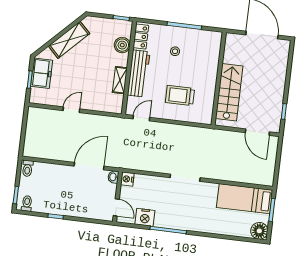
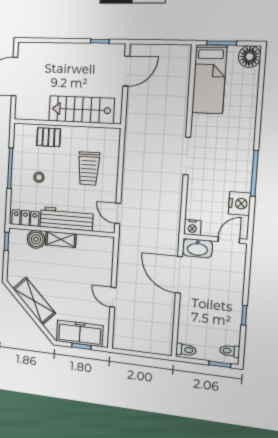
pallet: (208, 62) -> (49, 137), added
freezer: (42, 73) -> (80, 333), width x1.40
shelving: (120, 80) -> (61, 239), moved
washbasin: (113, 177) -> (197, 248), width x1.91, depth x1.45

